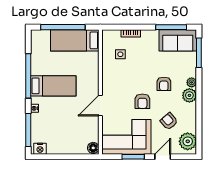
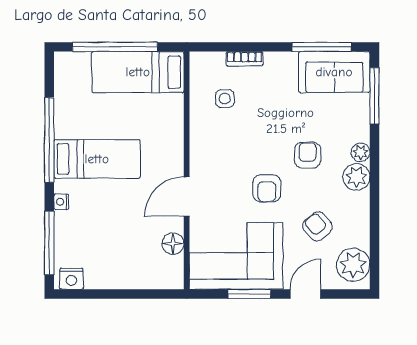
armchair: (164, 84) -> (308, 155), turned 180
floor lamp: (93, 148) -> (173, 244), moved

